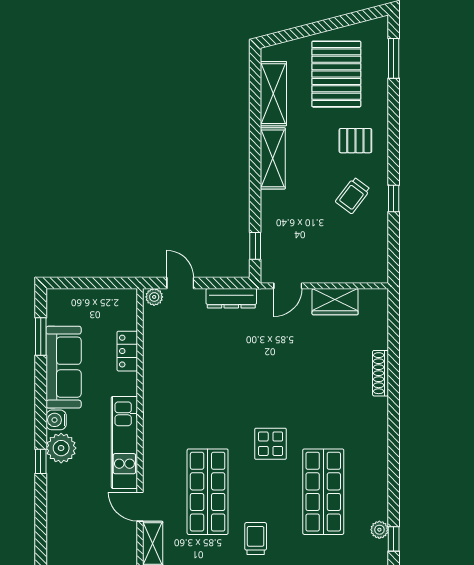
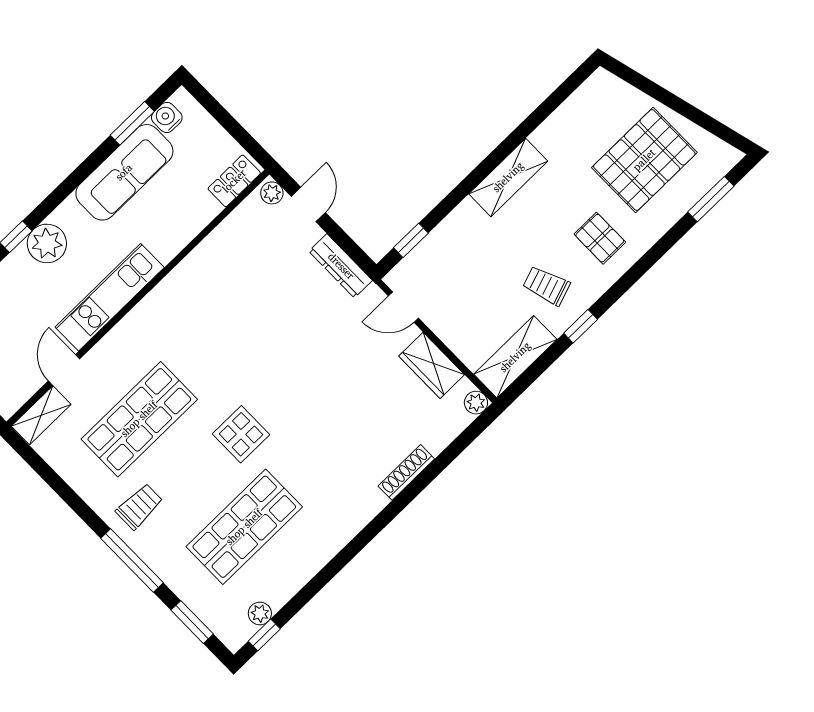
shelving: (273, 94) -> (515, 357), moved
trolley: (353, 196) -> (546, 286), turned 34
plant: (379, 297) -> (476, 403), added
locker: (127, 351) -> (234, 181), moved
water cooler: (56, 420) -> (167, 117), moved

